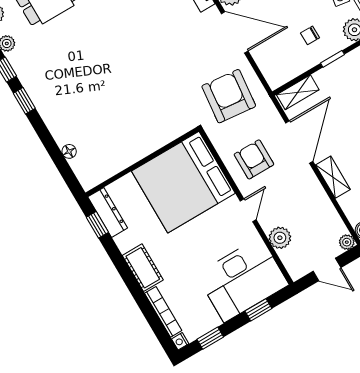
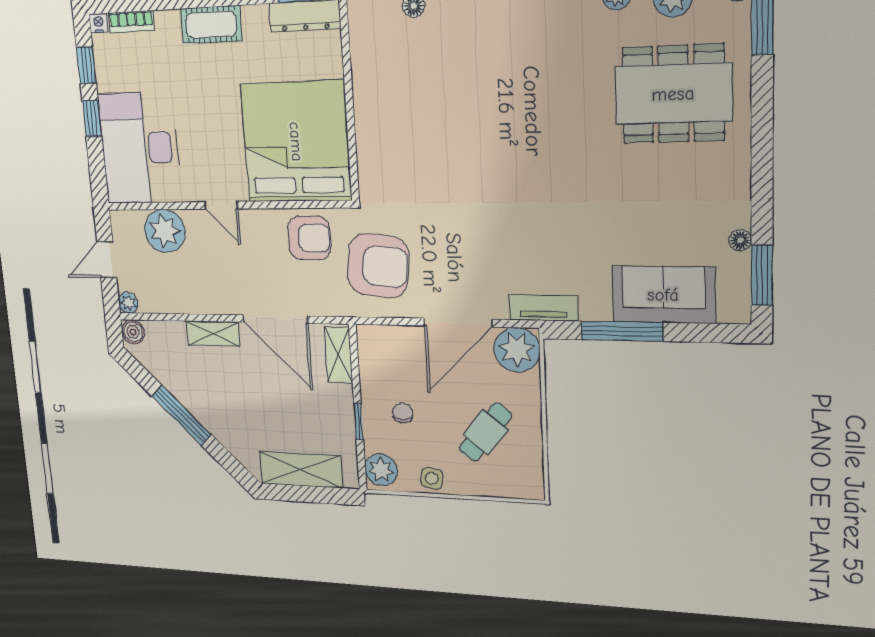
armchair: (254, 159) -> (309, 238), moved
plant: (280, 238) -> (165, 231), width x1.36, depth x1.36
window: (258, 310) -> (92, 118), moved
bookcase: (163, 312) -> (132, 22), width x0.64

